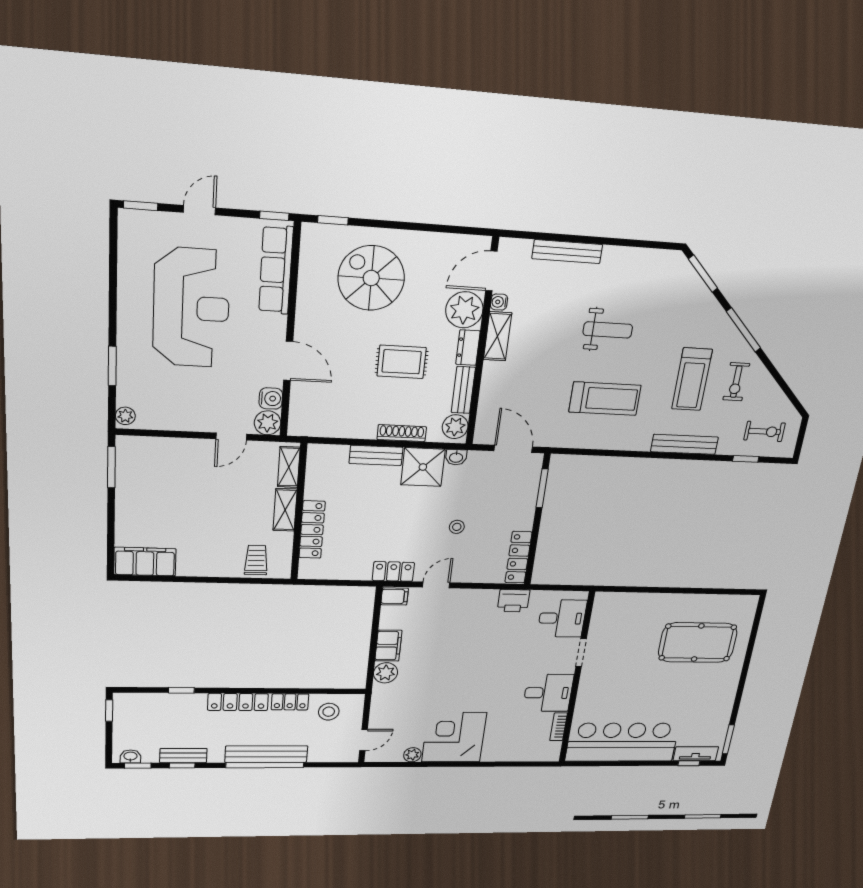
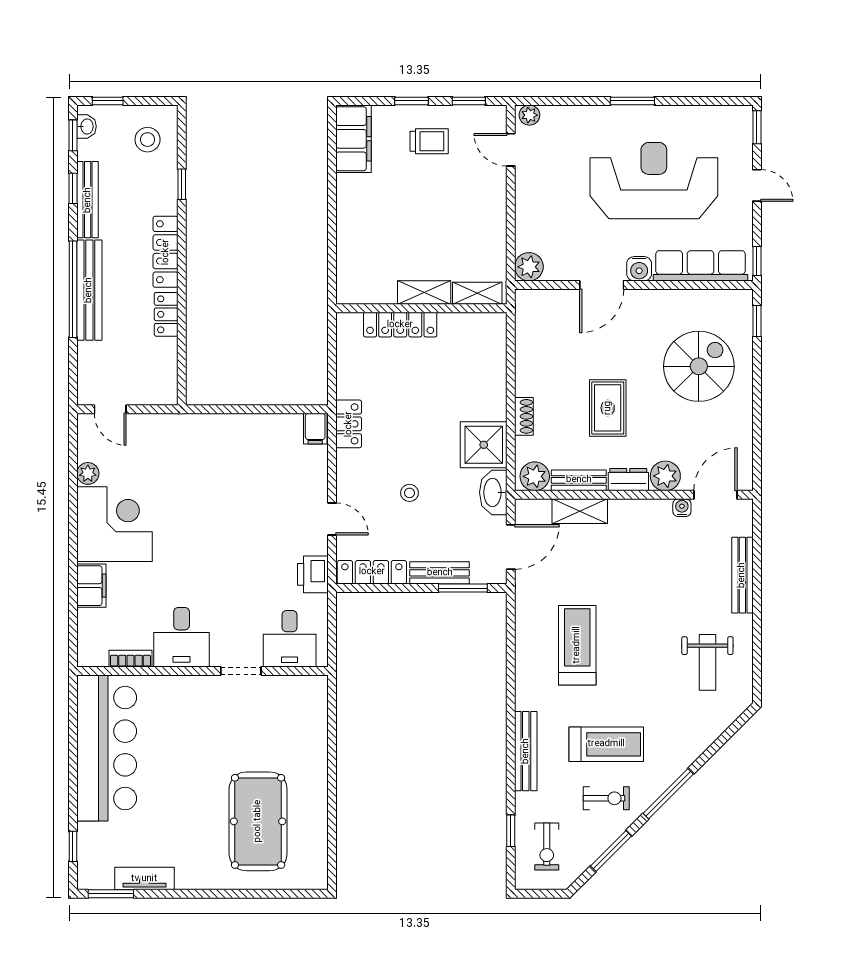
door: (491, 271) -> (715, 495), hinge flipped
window: (703, 274) -> (611, 851), moved
reception desk: (191, 308) -> (654, 181), turned 180
plant: (464, 310) -> (665, 476), width x0.73, depth x0.73
weight bench: (608, 330) -> (707, 662), moved
shelving: (498, 336) -> (580, 511), moved
window: (112, 366) -> (632, 101), moved
treadmill: (692, 379) -> (606, 744), turned 180
exercise bike: (736, 382) -> (606, 798), turned 180
water cooler: (271, 399) -> (639, 269), moved
treadmill: (605, 399) -> (577, 645), turned 180
shoe rack: (402, 433) -> (524, 416), width x0.70
door: (231, 437) -> (511, 150), moved
bench: (376, 455) -> (440, 573), moved, turned 90
washbasin: (456, 457) -> (493, 492), width x1.91, depth x1.45
window: (111, 467) -> (469, 101), width x0.67
window: (111, 514) -> (411, 101), added
trolley: (256, 560) -> (429, 141), moved
door: (436, 585) -> (332, 519), moved
filing cabinet: (388, 646) -> (91, 586), moved, turned -90
plant: (386, 673) -> (209, 428), removed
window: (109, 710) -> (108, 101), moved
stool: (329, 712) -> (148, 140), moved
tv unit: (696, 754) -> (144, 879), moved, turned -90
bench: (183, 756) -> (88, 200), width x1.36

